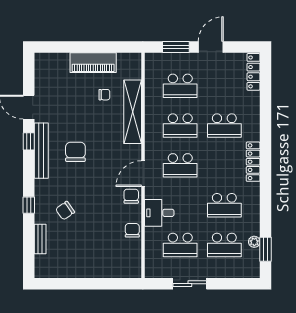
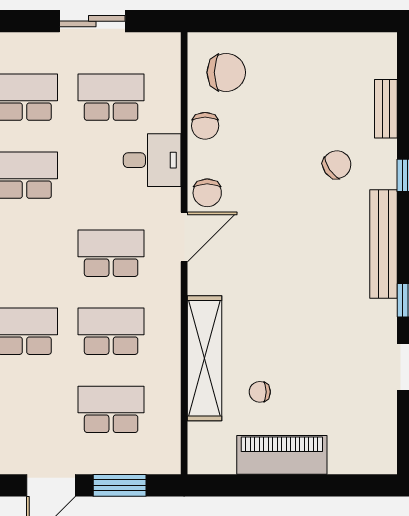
bench: (41, 151) -> (384, 244), moved
chair: (75, 152) -> (226, 72), moved, turned -90

